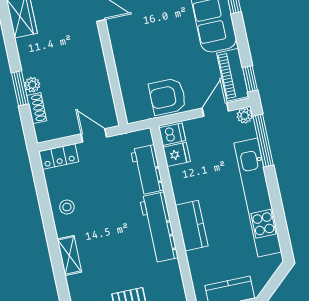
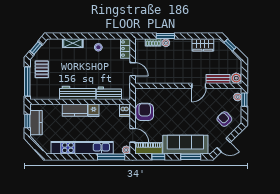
window: (250, 79) -> (158, 157), moved
door: (94, 135) -> (133, 69), hinge flipped
fridge: (177, 154) -> (94, 110), moved

